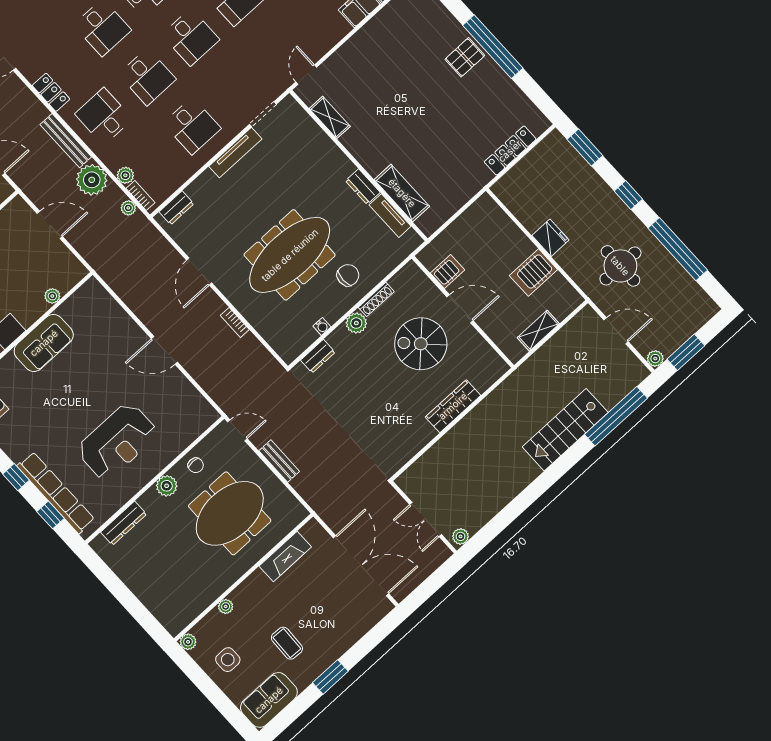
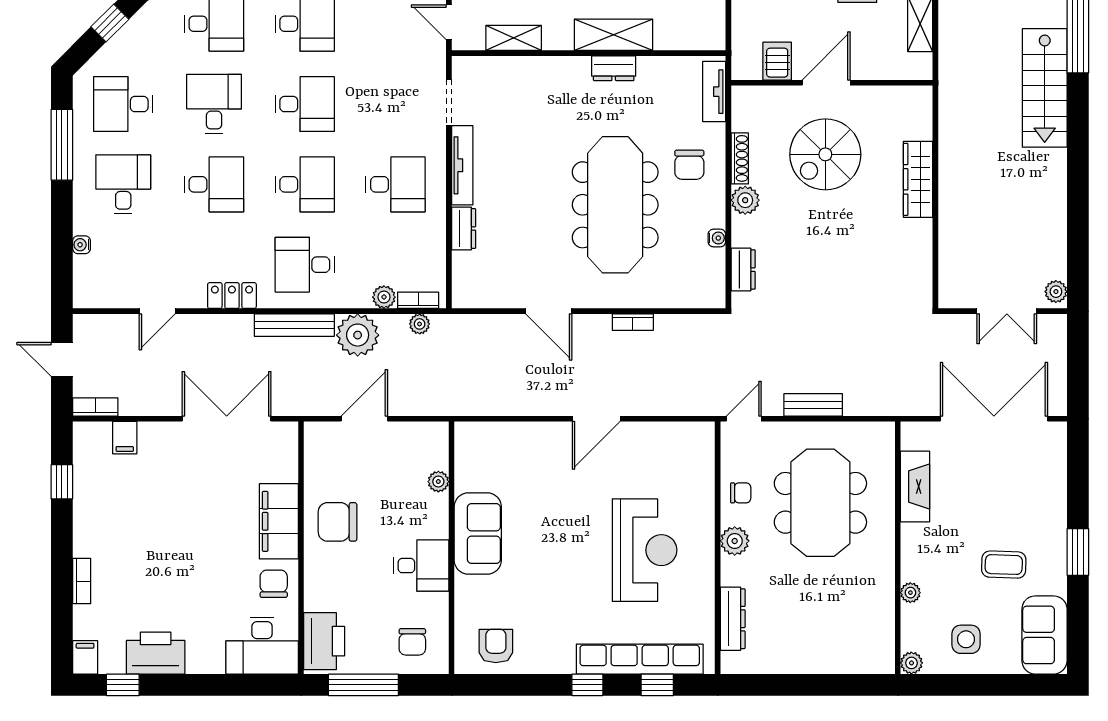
shelving: (402, 193) -> (613, 35), moved
dresser: (176, 208) -> (464, 228), moved
tv unit: (390, 216) -> (714, 92), moved, turned 90
chair: (348, 275) -> (689, 165), turned 180

